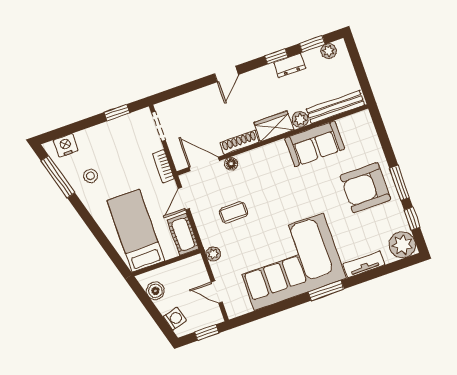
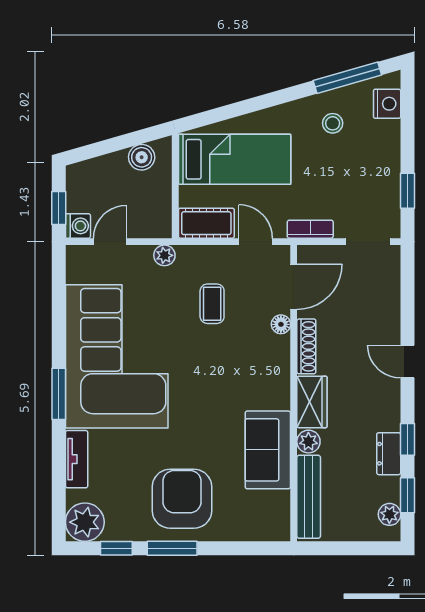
washing machine: (175, 319) -> (78, 226), moved, turned -74

